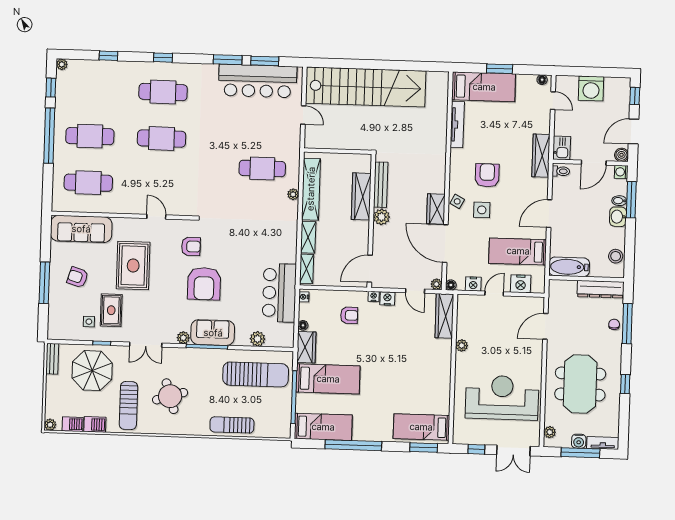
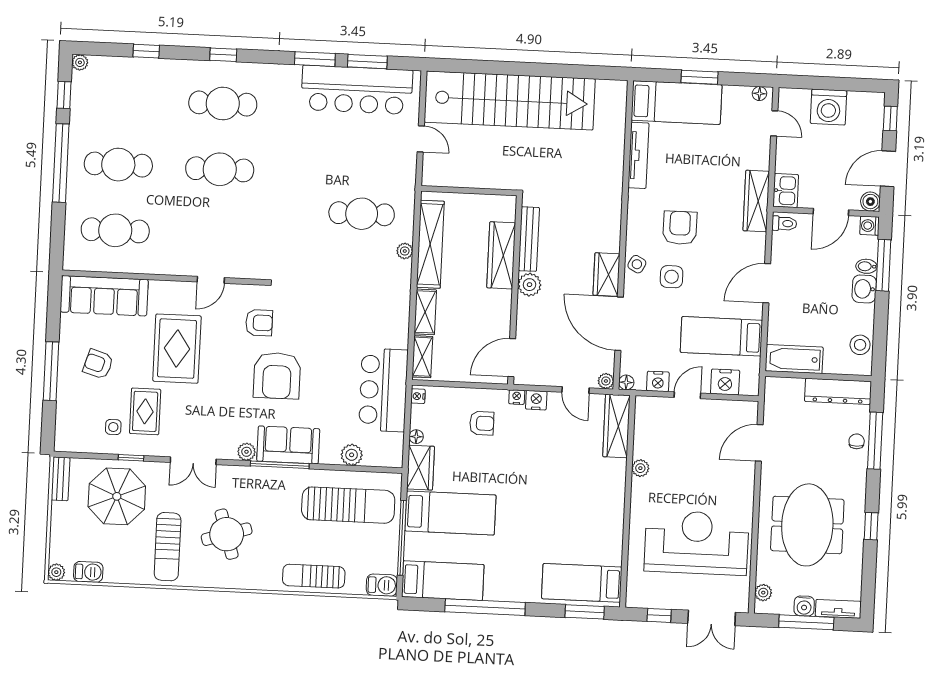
door: (156, 217) -> (211, 280), swing flipped
barbecue: (95, 424) -> (382, 585), moved

